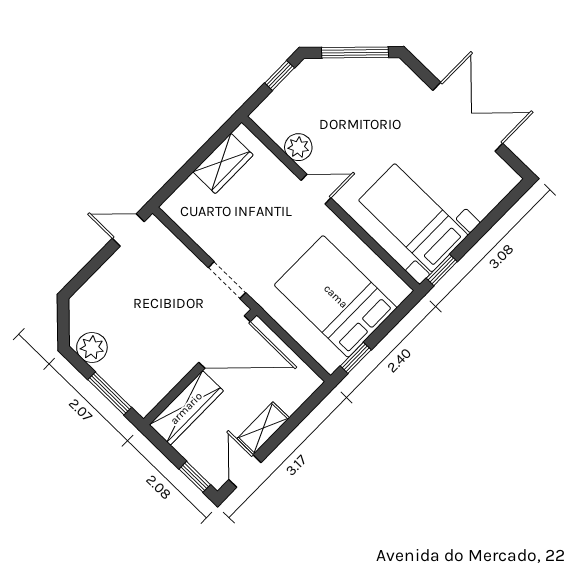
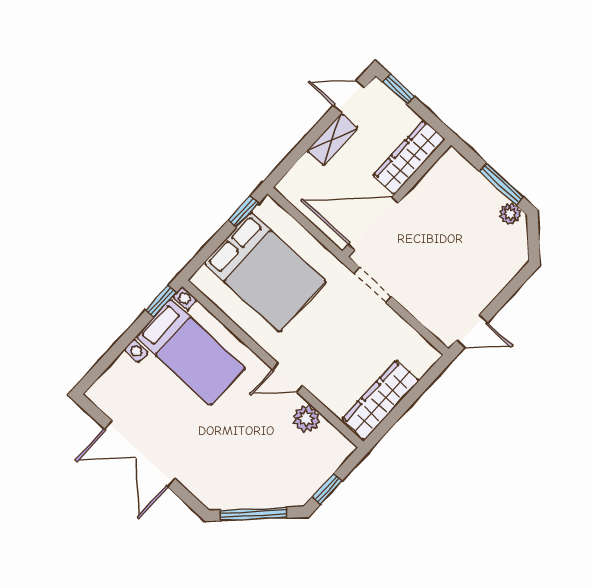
wardrobe: (223, 163) -> (380, 400), width x1.50
plant: (92, 348) -> (510, 214), width x0.73, depth x0.73
window: (110, 394) -> (502, 184), moved
door: (245, 471) -> (349, 97), swing flipped

